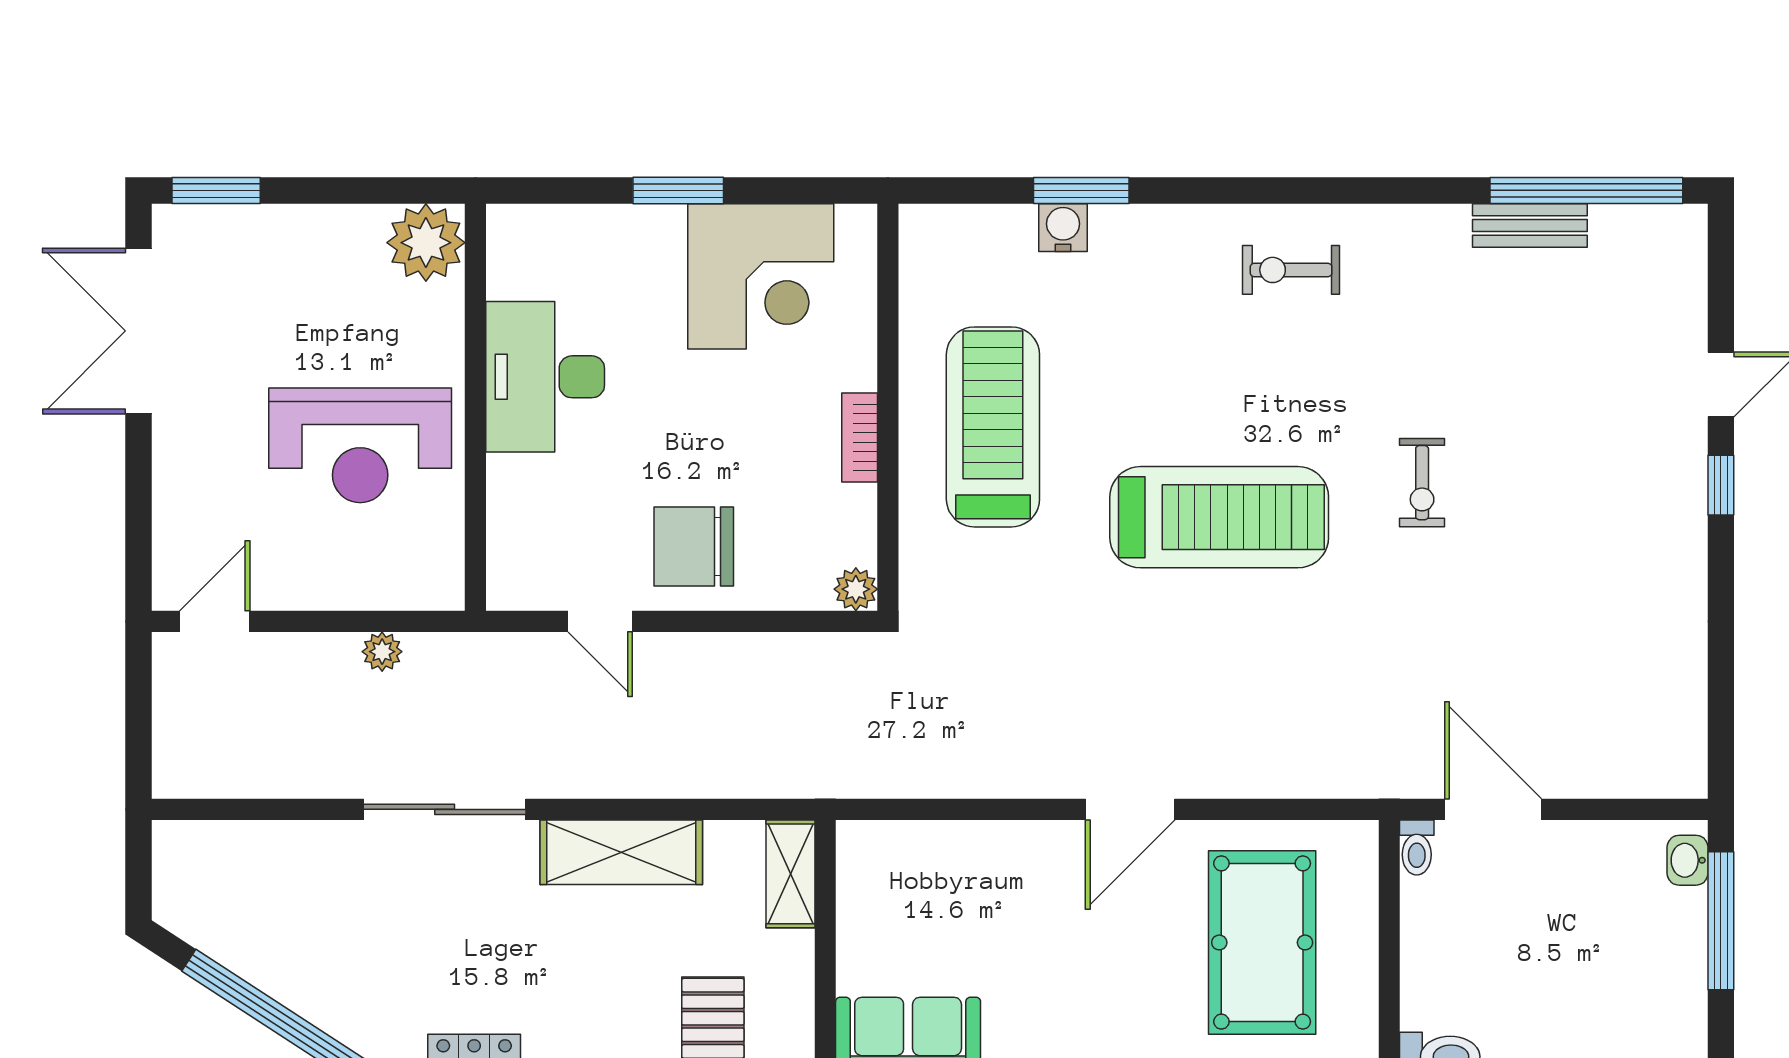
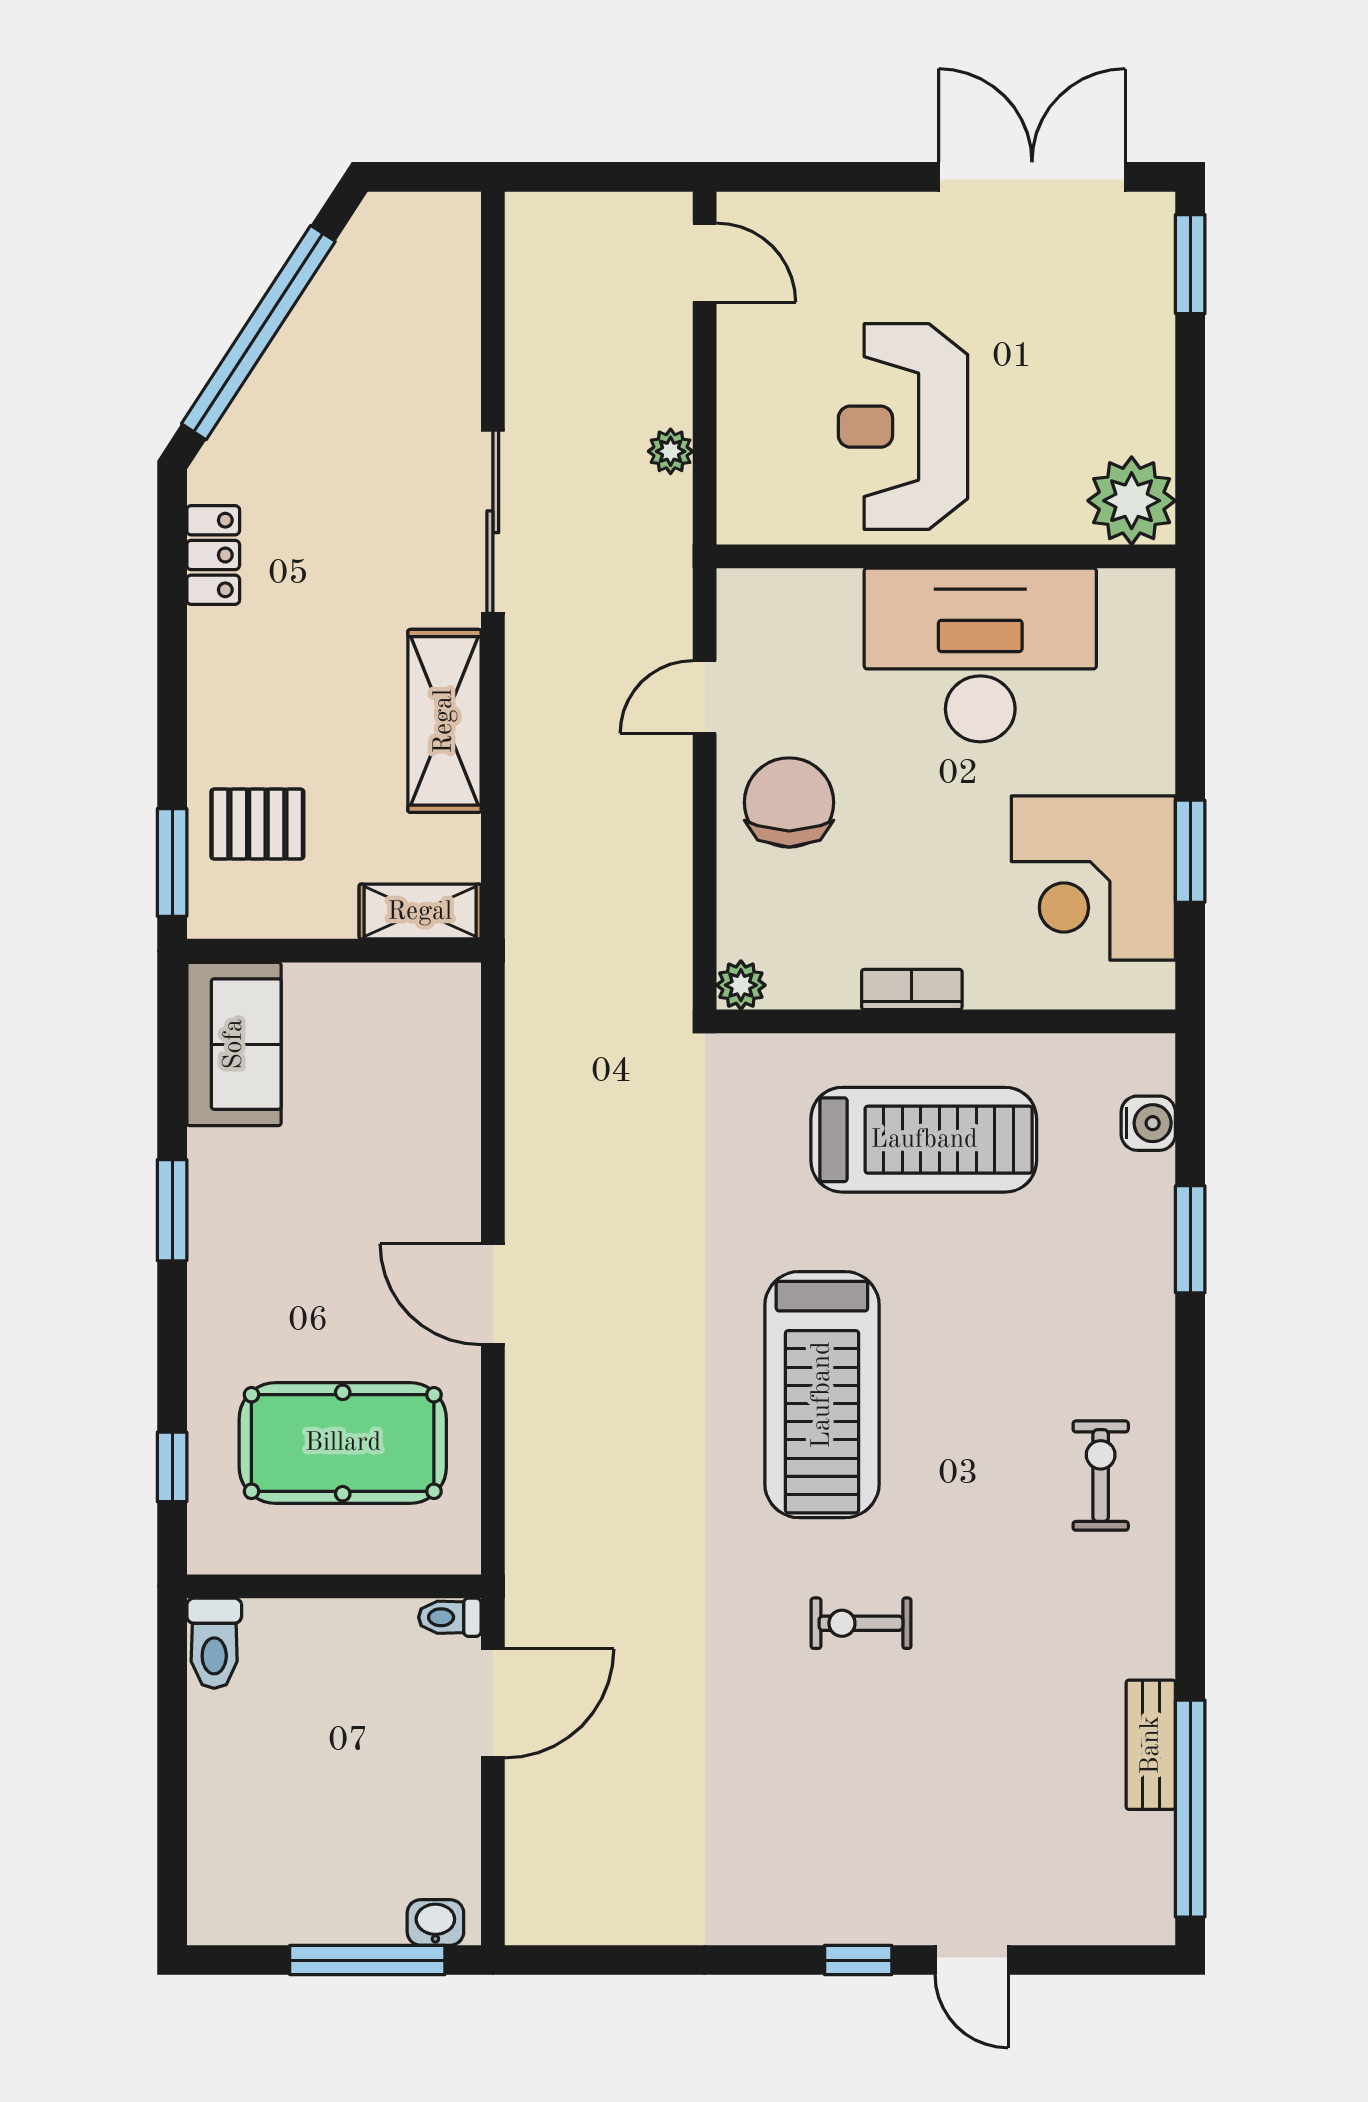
window: (678, 190) -> (1190, 851), moved
water cooler: (1063, 228) -> (1148, 1123), moved
desk: (545, 377) -> (980, 655), width x1.36, depth x1.30

